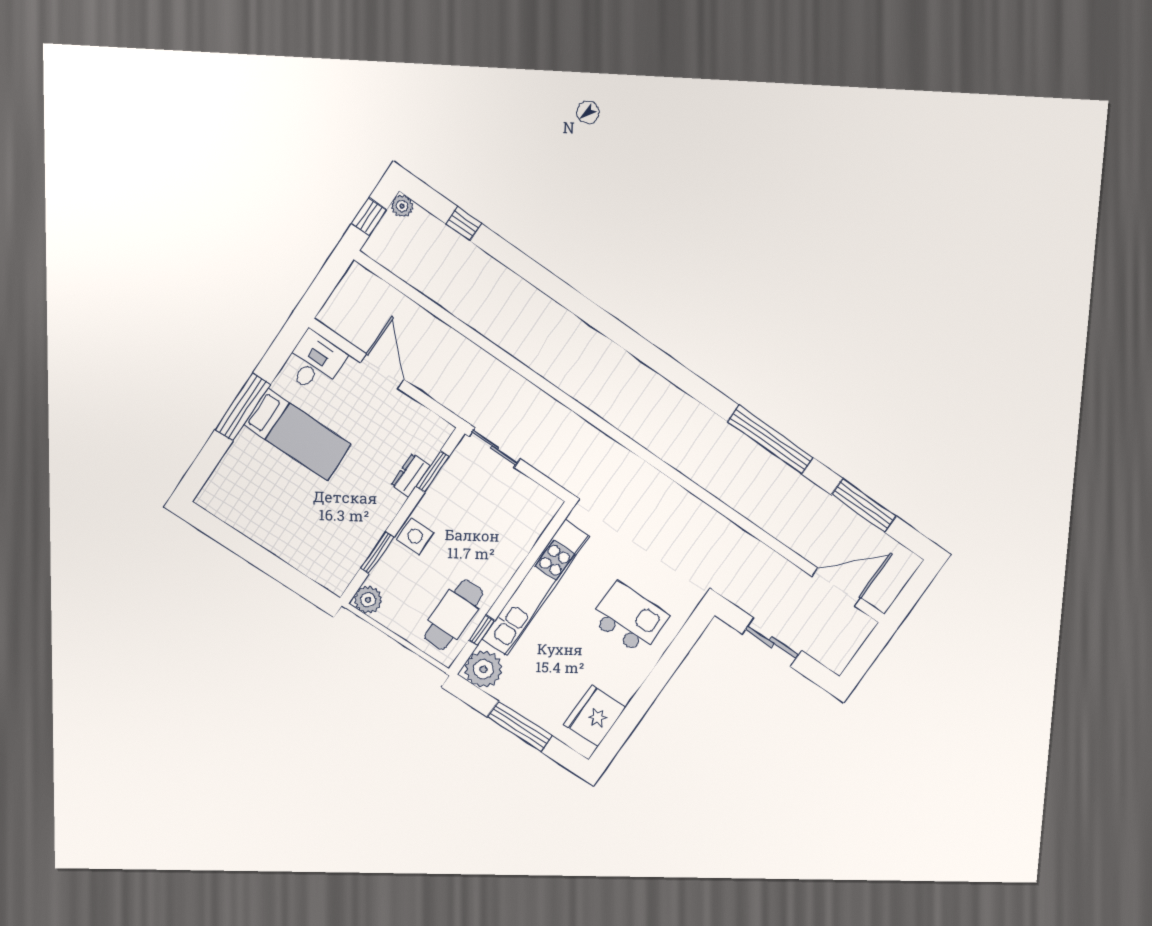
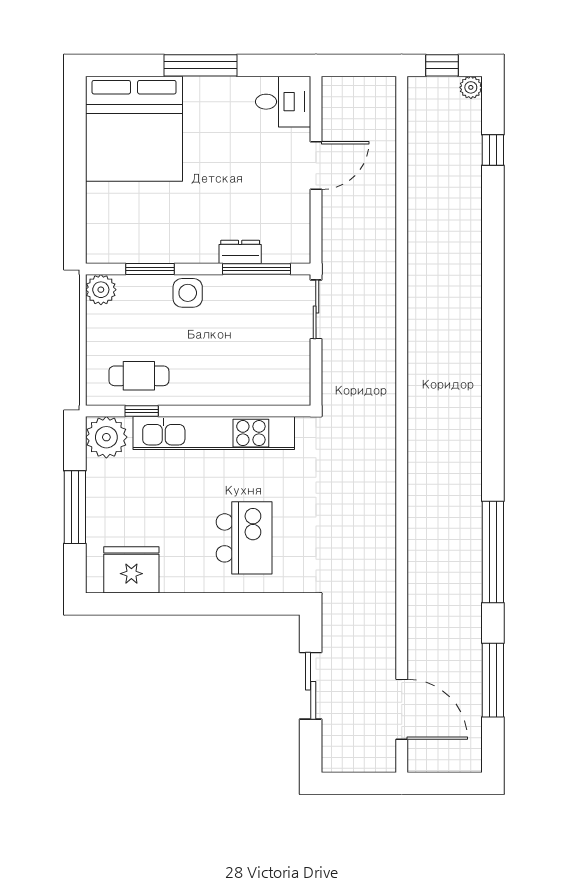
bed: (297, 435) -> (134, 129), moved, width x2.04
window: (432, 472) -> (256, 269), width x1.44
cafe table: (454, 615) -> (139, 376), width x0.73, depth x0.74

